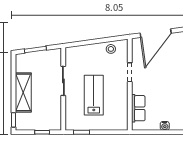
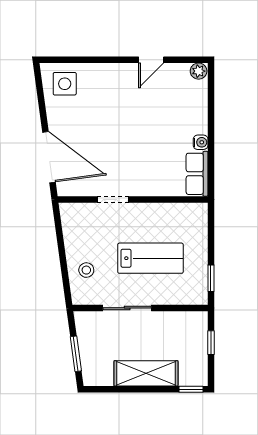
stool: (111, 49) -> (86, 270), moved
lab bench: (94, 95) -> (150, 258), turned 180
row of seats: (138, 108) -> (197, 174), moved, turned -90

